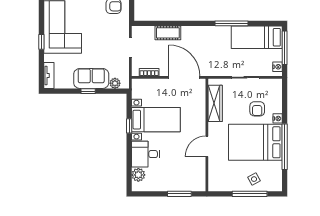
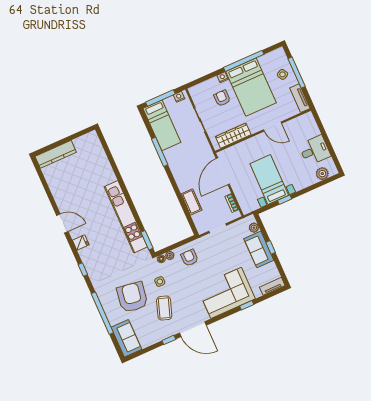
armchair: (257, 109) -> (222, 98), turned -90
desk: (146, 154) -> (315, 150), moved, turned -90
tv unit: (223, 186) -> (300, 98), added
window: (179, 194) -> (323, 132), removed

